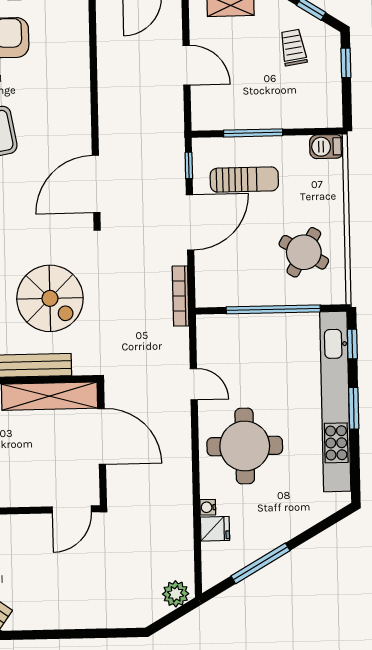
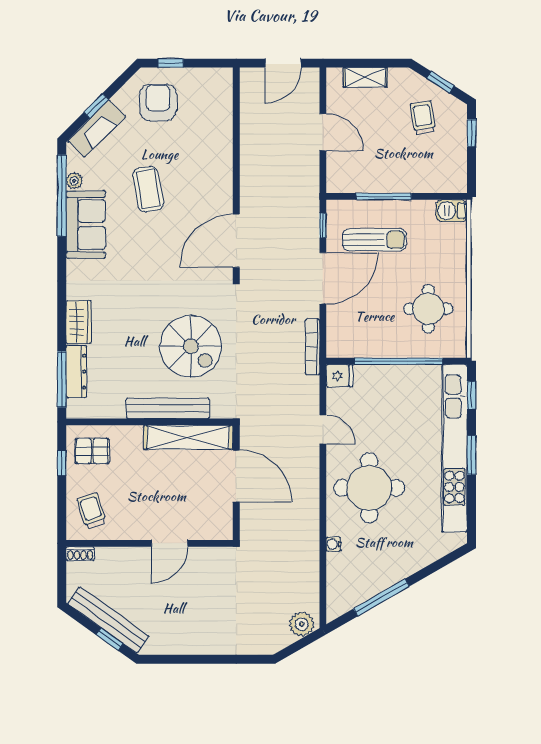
round table: (304, 252) -> (428, 309), turned -30
door: (72, 509) -> (170, 543), moved
fridge: (215, 529) -> (340, 376), moved

